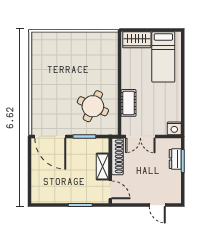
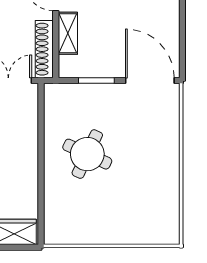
cot: (129, 103) -> (27, 133), removed
round table: (93, 106) -> (87, 154), moved

